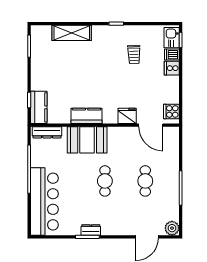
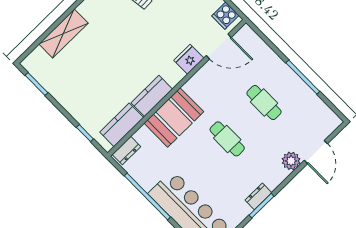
kitchen counter: (39, 107) -> (122, 125), moved, turned -90
dresser: (47, 132) -> (126, 151), width x0.70
plant: (172, 228) -> (291, 161), moved

